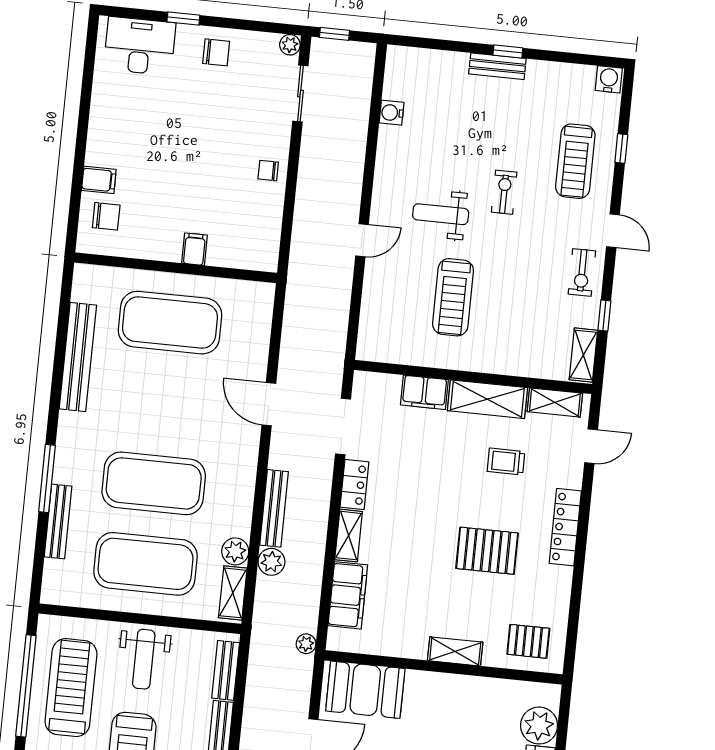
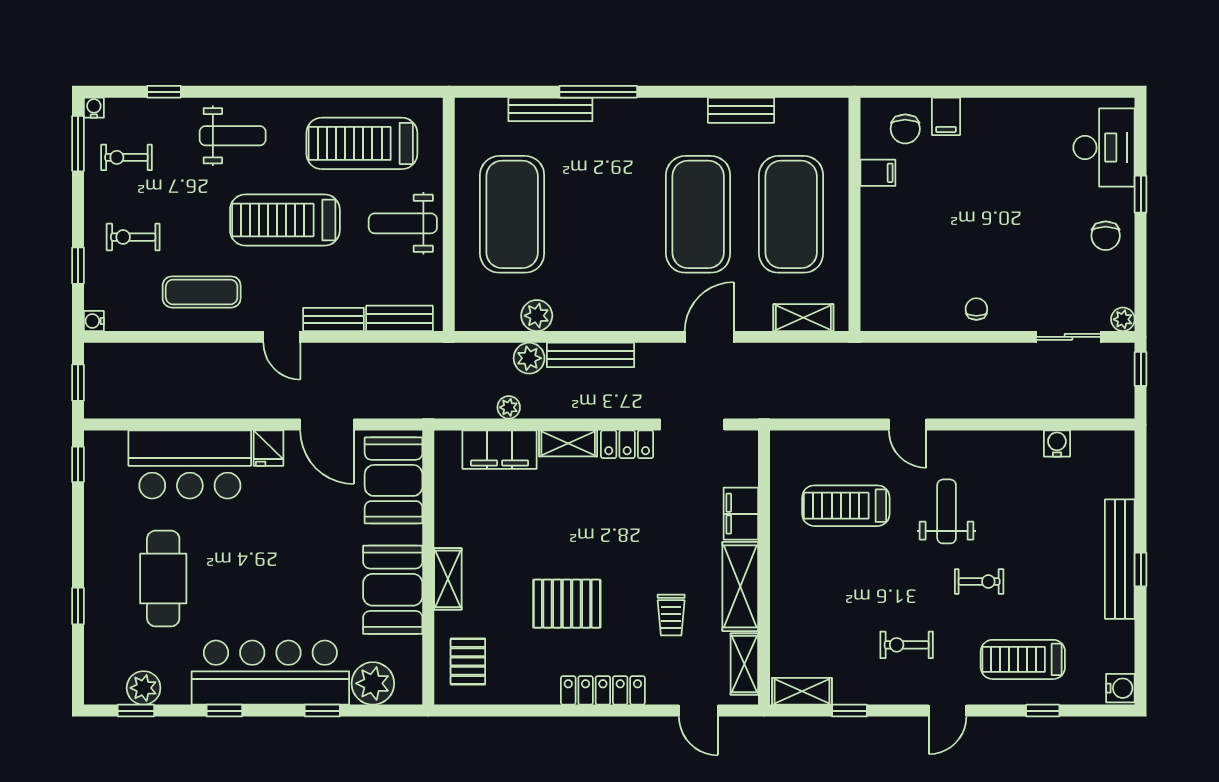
bench: (497, 66) -> (1120, 559), width x1.86, depth x1.21
filing cabinet: (194, 249) -> (878, 173), moved
exercise bike: (582, 273) -> (907, 645), moved
treadmill: (453, 297) -> (846, 506), moved
bench: (78, 357) -> (741, 110), width x0.54, depth x0.82
trolley: (506, 462) -> (671, 615), turned 180
exercise mat: (154, 483) -> (698, 214), moved
pallet: (487, 551) -> (567, 604), turned 90
shelving: (233, 593) -> (803, 318), moved
plant: (306, 644) -> (509, 407), moved
window: (26, 686) -> (359, 92), removed
treadmill: (71, 688) -> (362, 143), turned 180
booth: (460, 700) -> (393, 590), added

